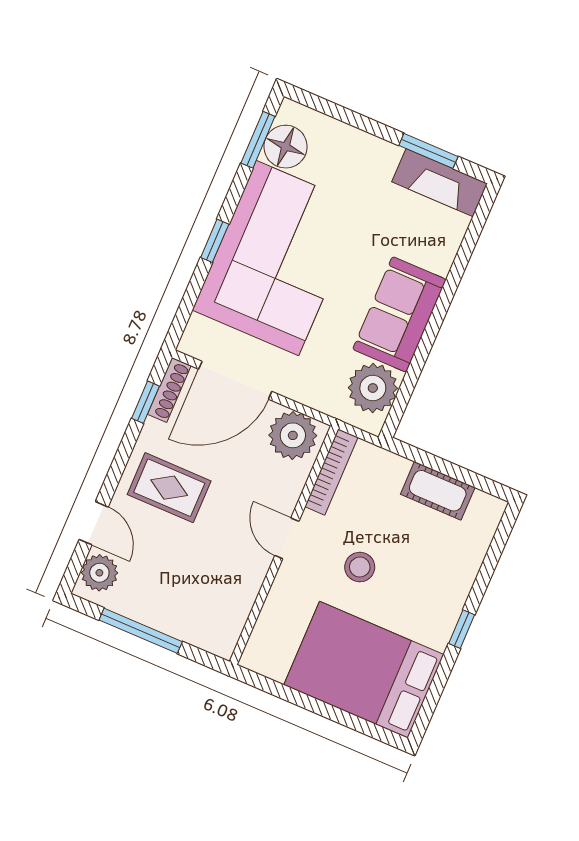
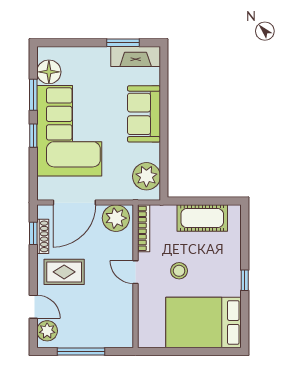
window: (258, 140) -> (33, 95), moved
sofa: (399, 314) -> (144, 114), moved
shoe rack: (169, 390) -> (43, 236), moved
cot: (438, 491) -> (202, 218), width x1.37, depth x1.34

